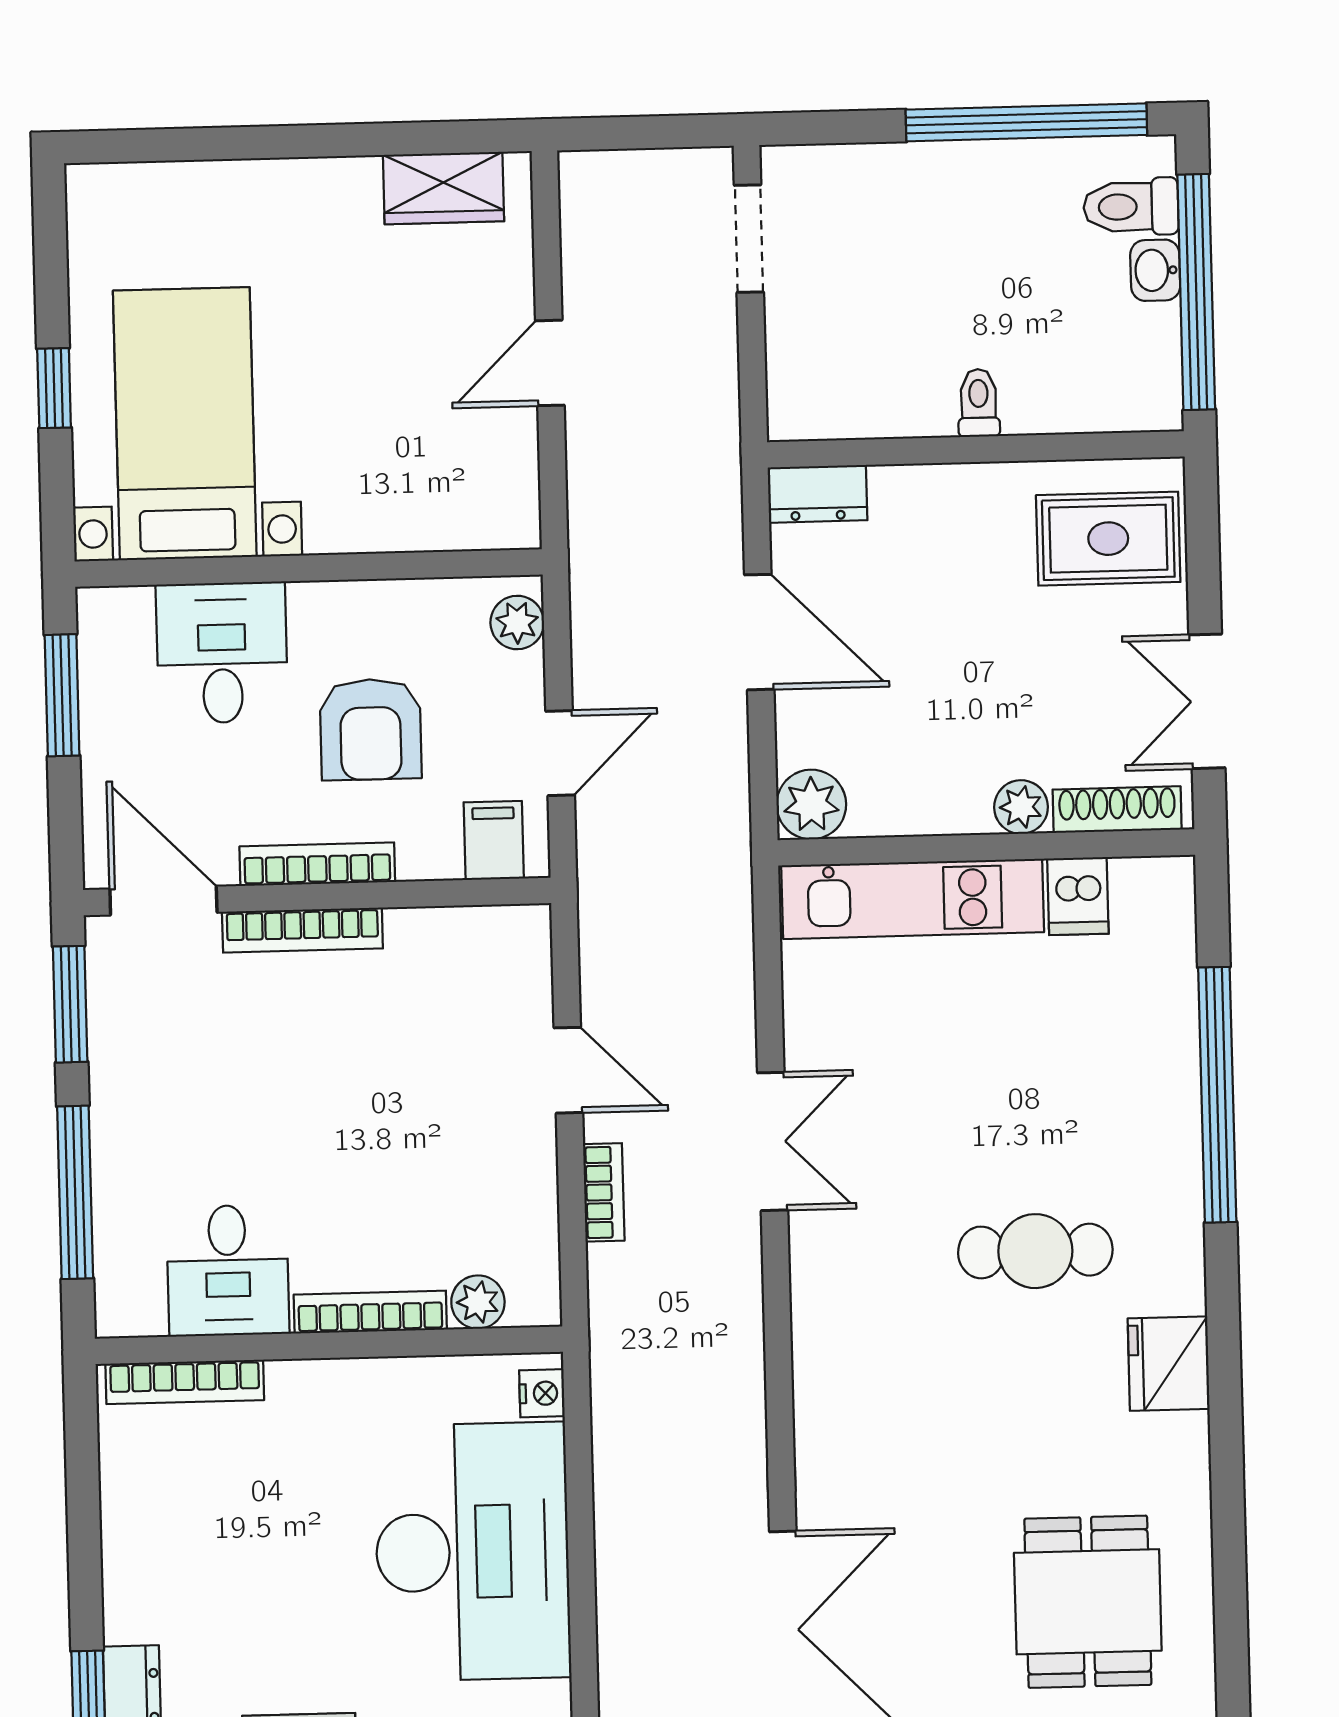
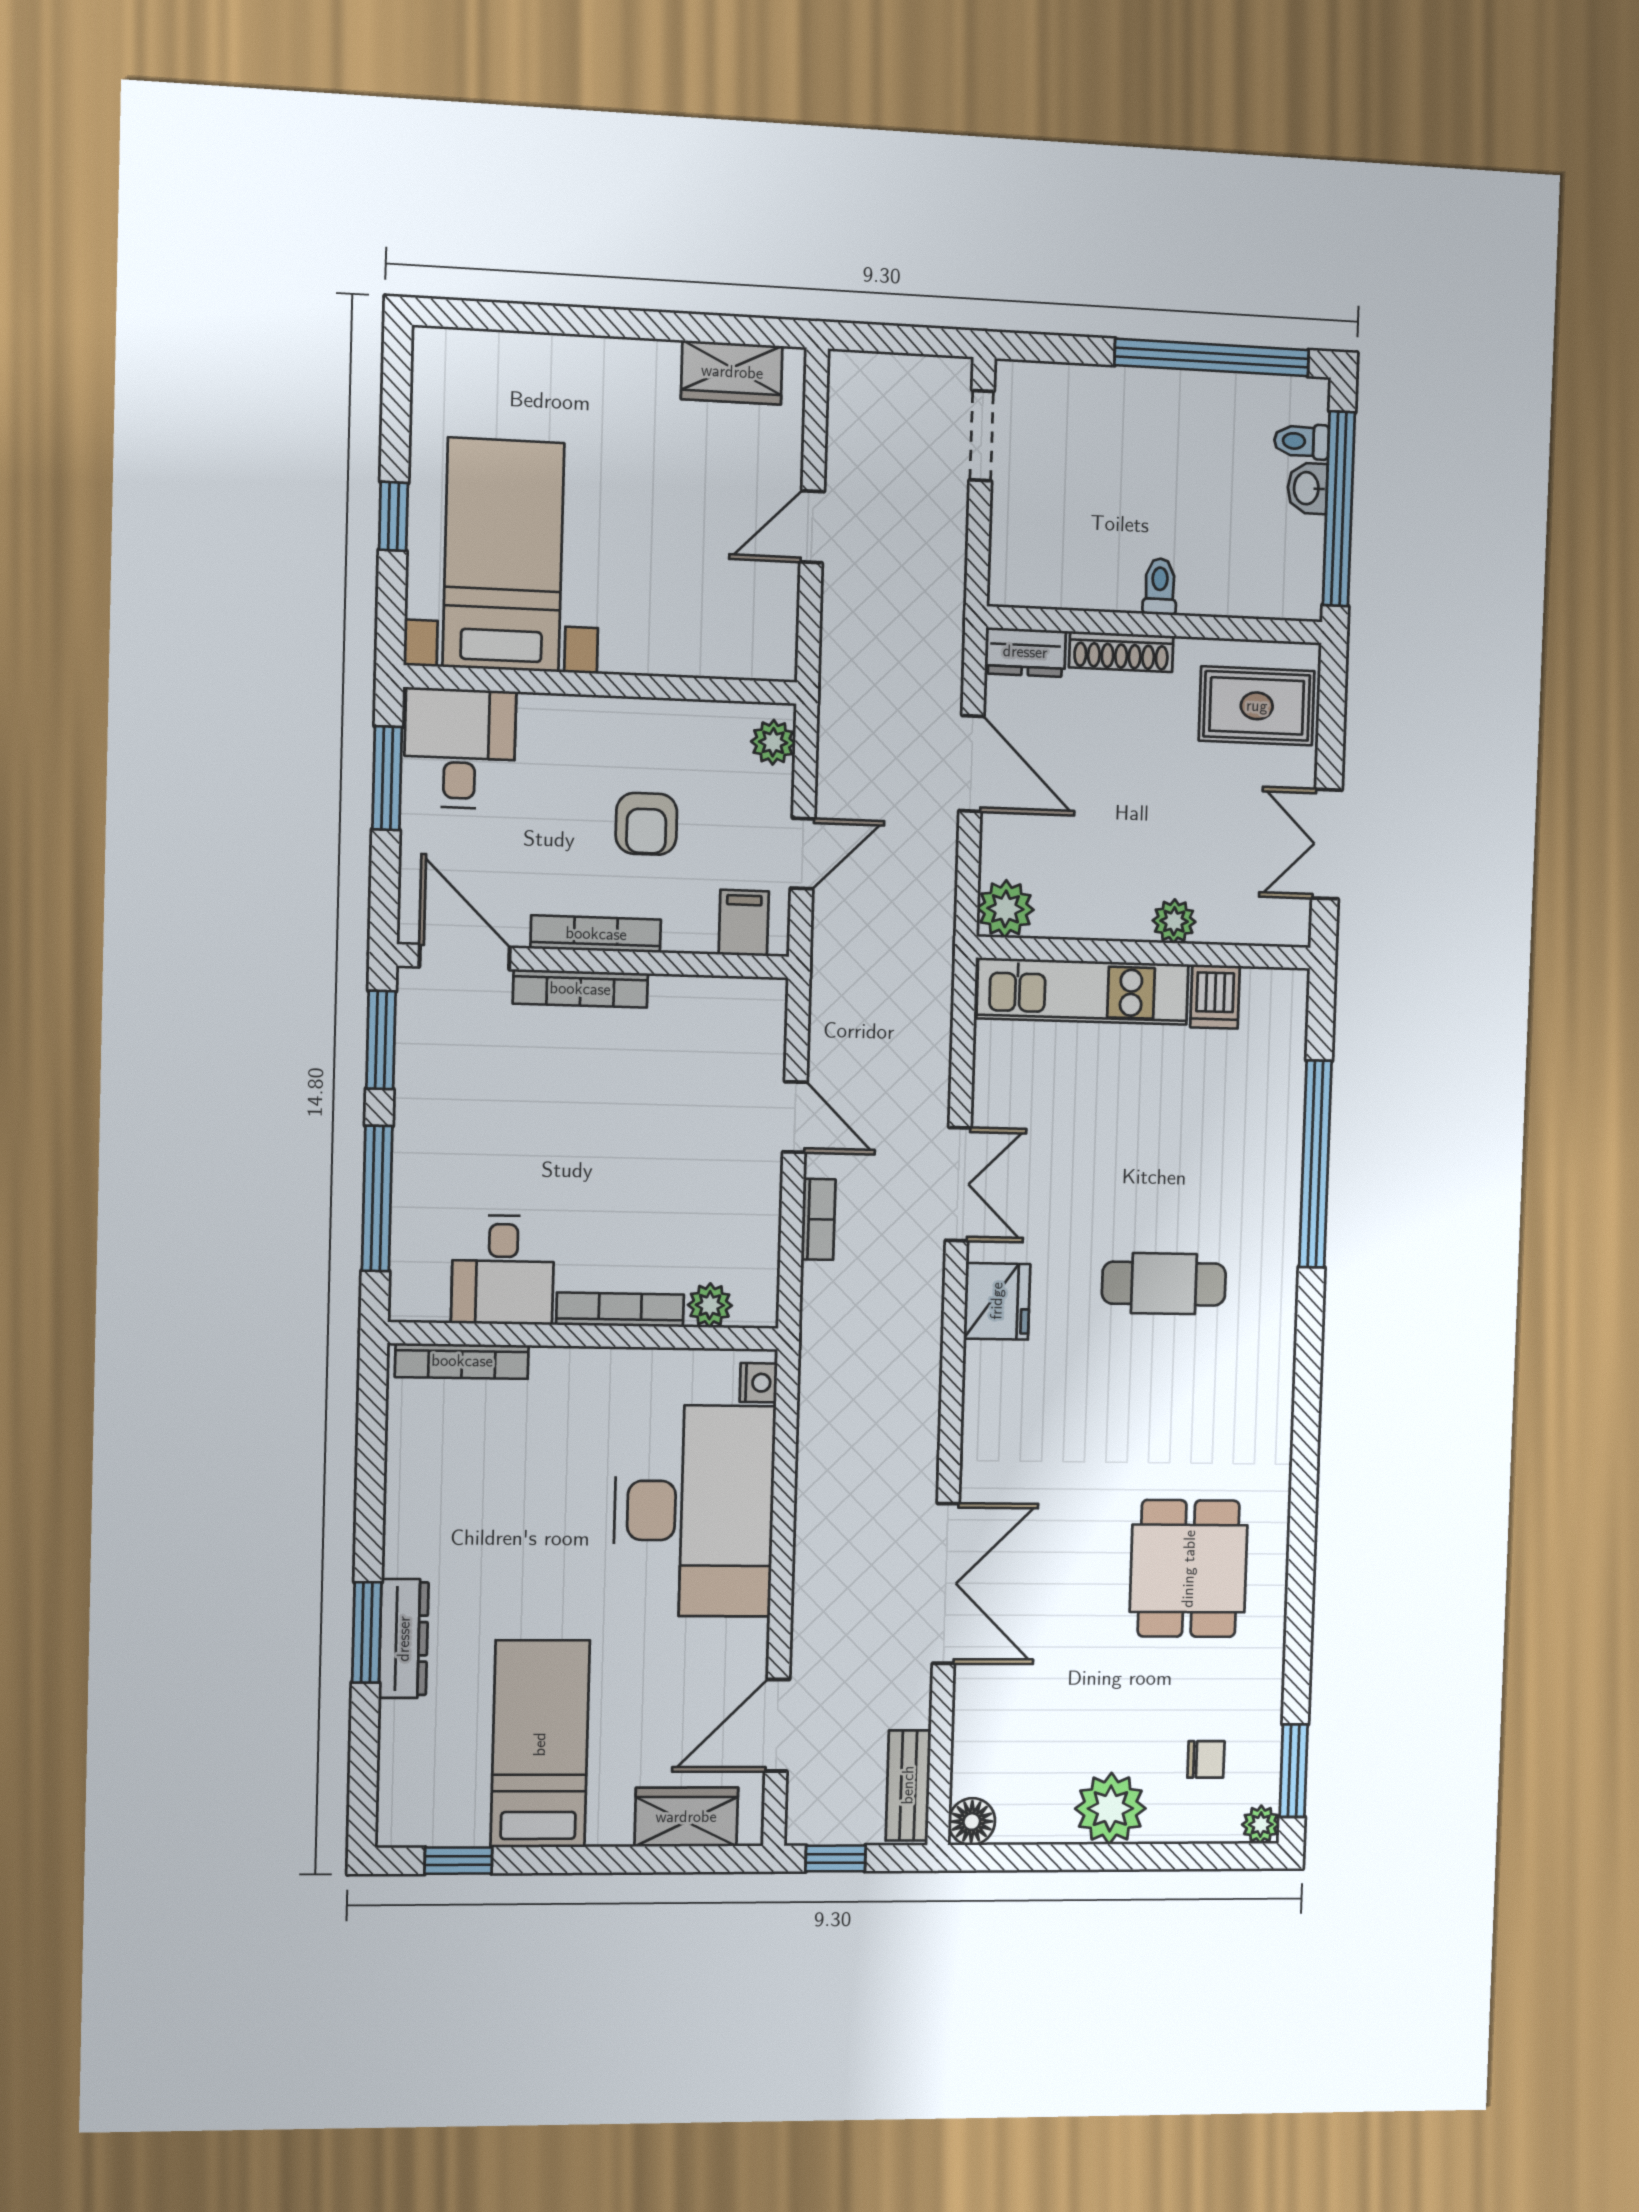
toilet: (1131, 207) -> (1302, 441), width x0.73, depth x0.72
desk: (222, 653) -> (460, 748), moved
armchair: (371, 729) -> (646, 824), width x0.72, depth x0.72
shoe rack: (1117, 810) -> (1121, 652), moved, turned 180
fridge: (1169, 1364) -> (997, 1301), moved, turned 180

